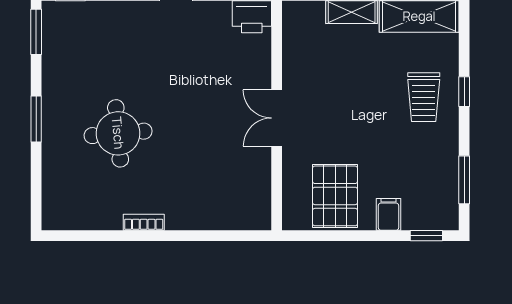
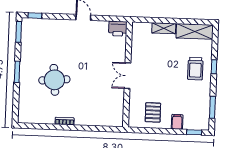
pallet: (335, 196) -> (153, 112), width x0.67, depth x0.71

